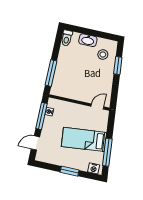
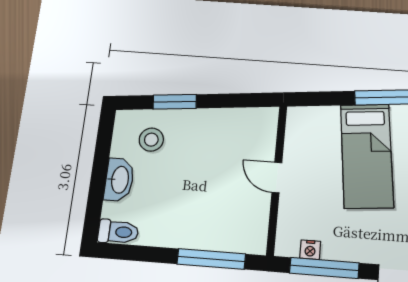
door: (97, 107) -> (277, 178), moved

